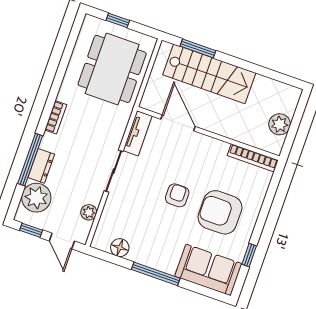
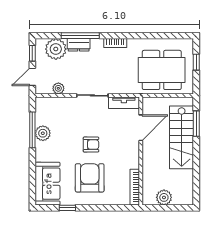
floor lamp: (120, 248) -> (42, 118), removed
plant: (140, 253) -> (43, 133), added
window: (156, 274) -> (32, 130), moved

